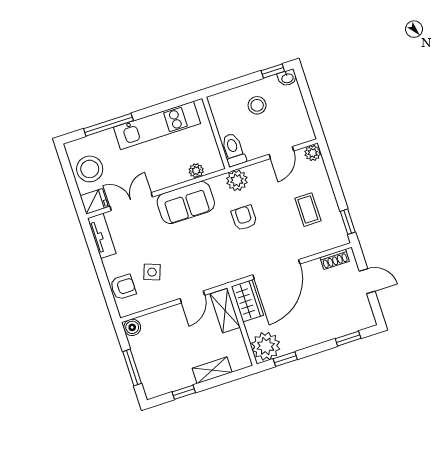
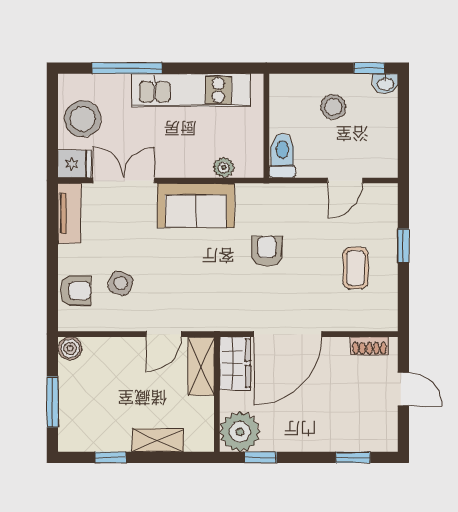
plant: (313, 153) -> (387, 195), removed
plant: (237, 180) -> (274, 198), removed
window: (348, 222) -> (403, 246), moved

